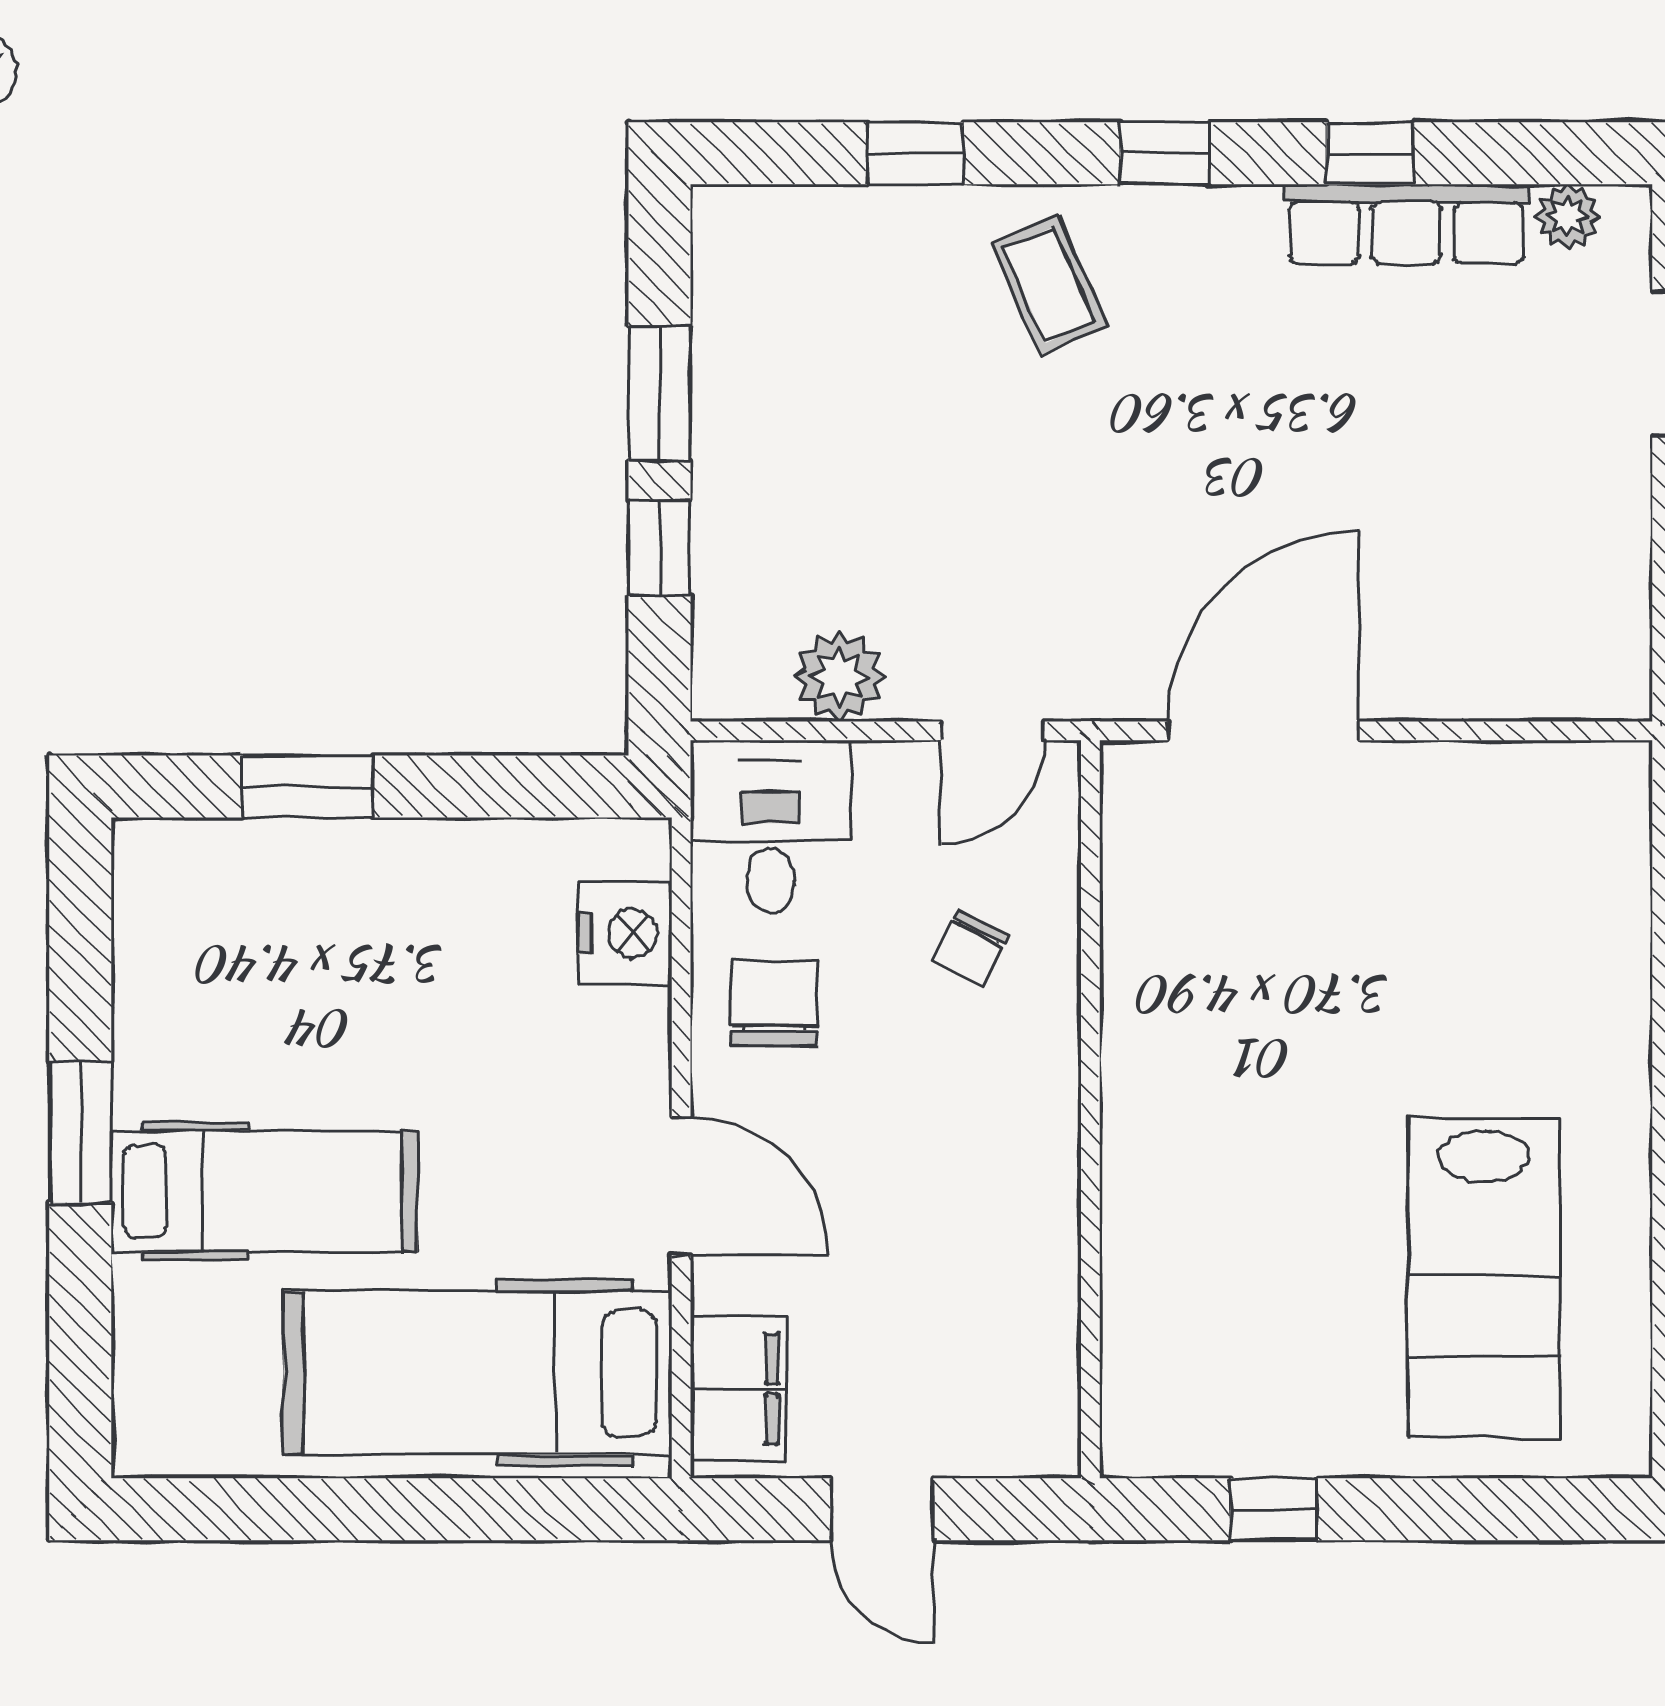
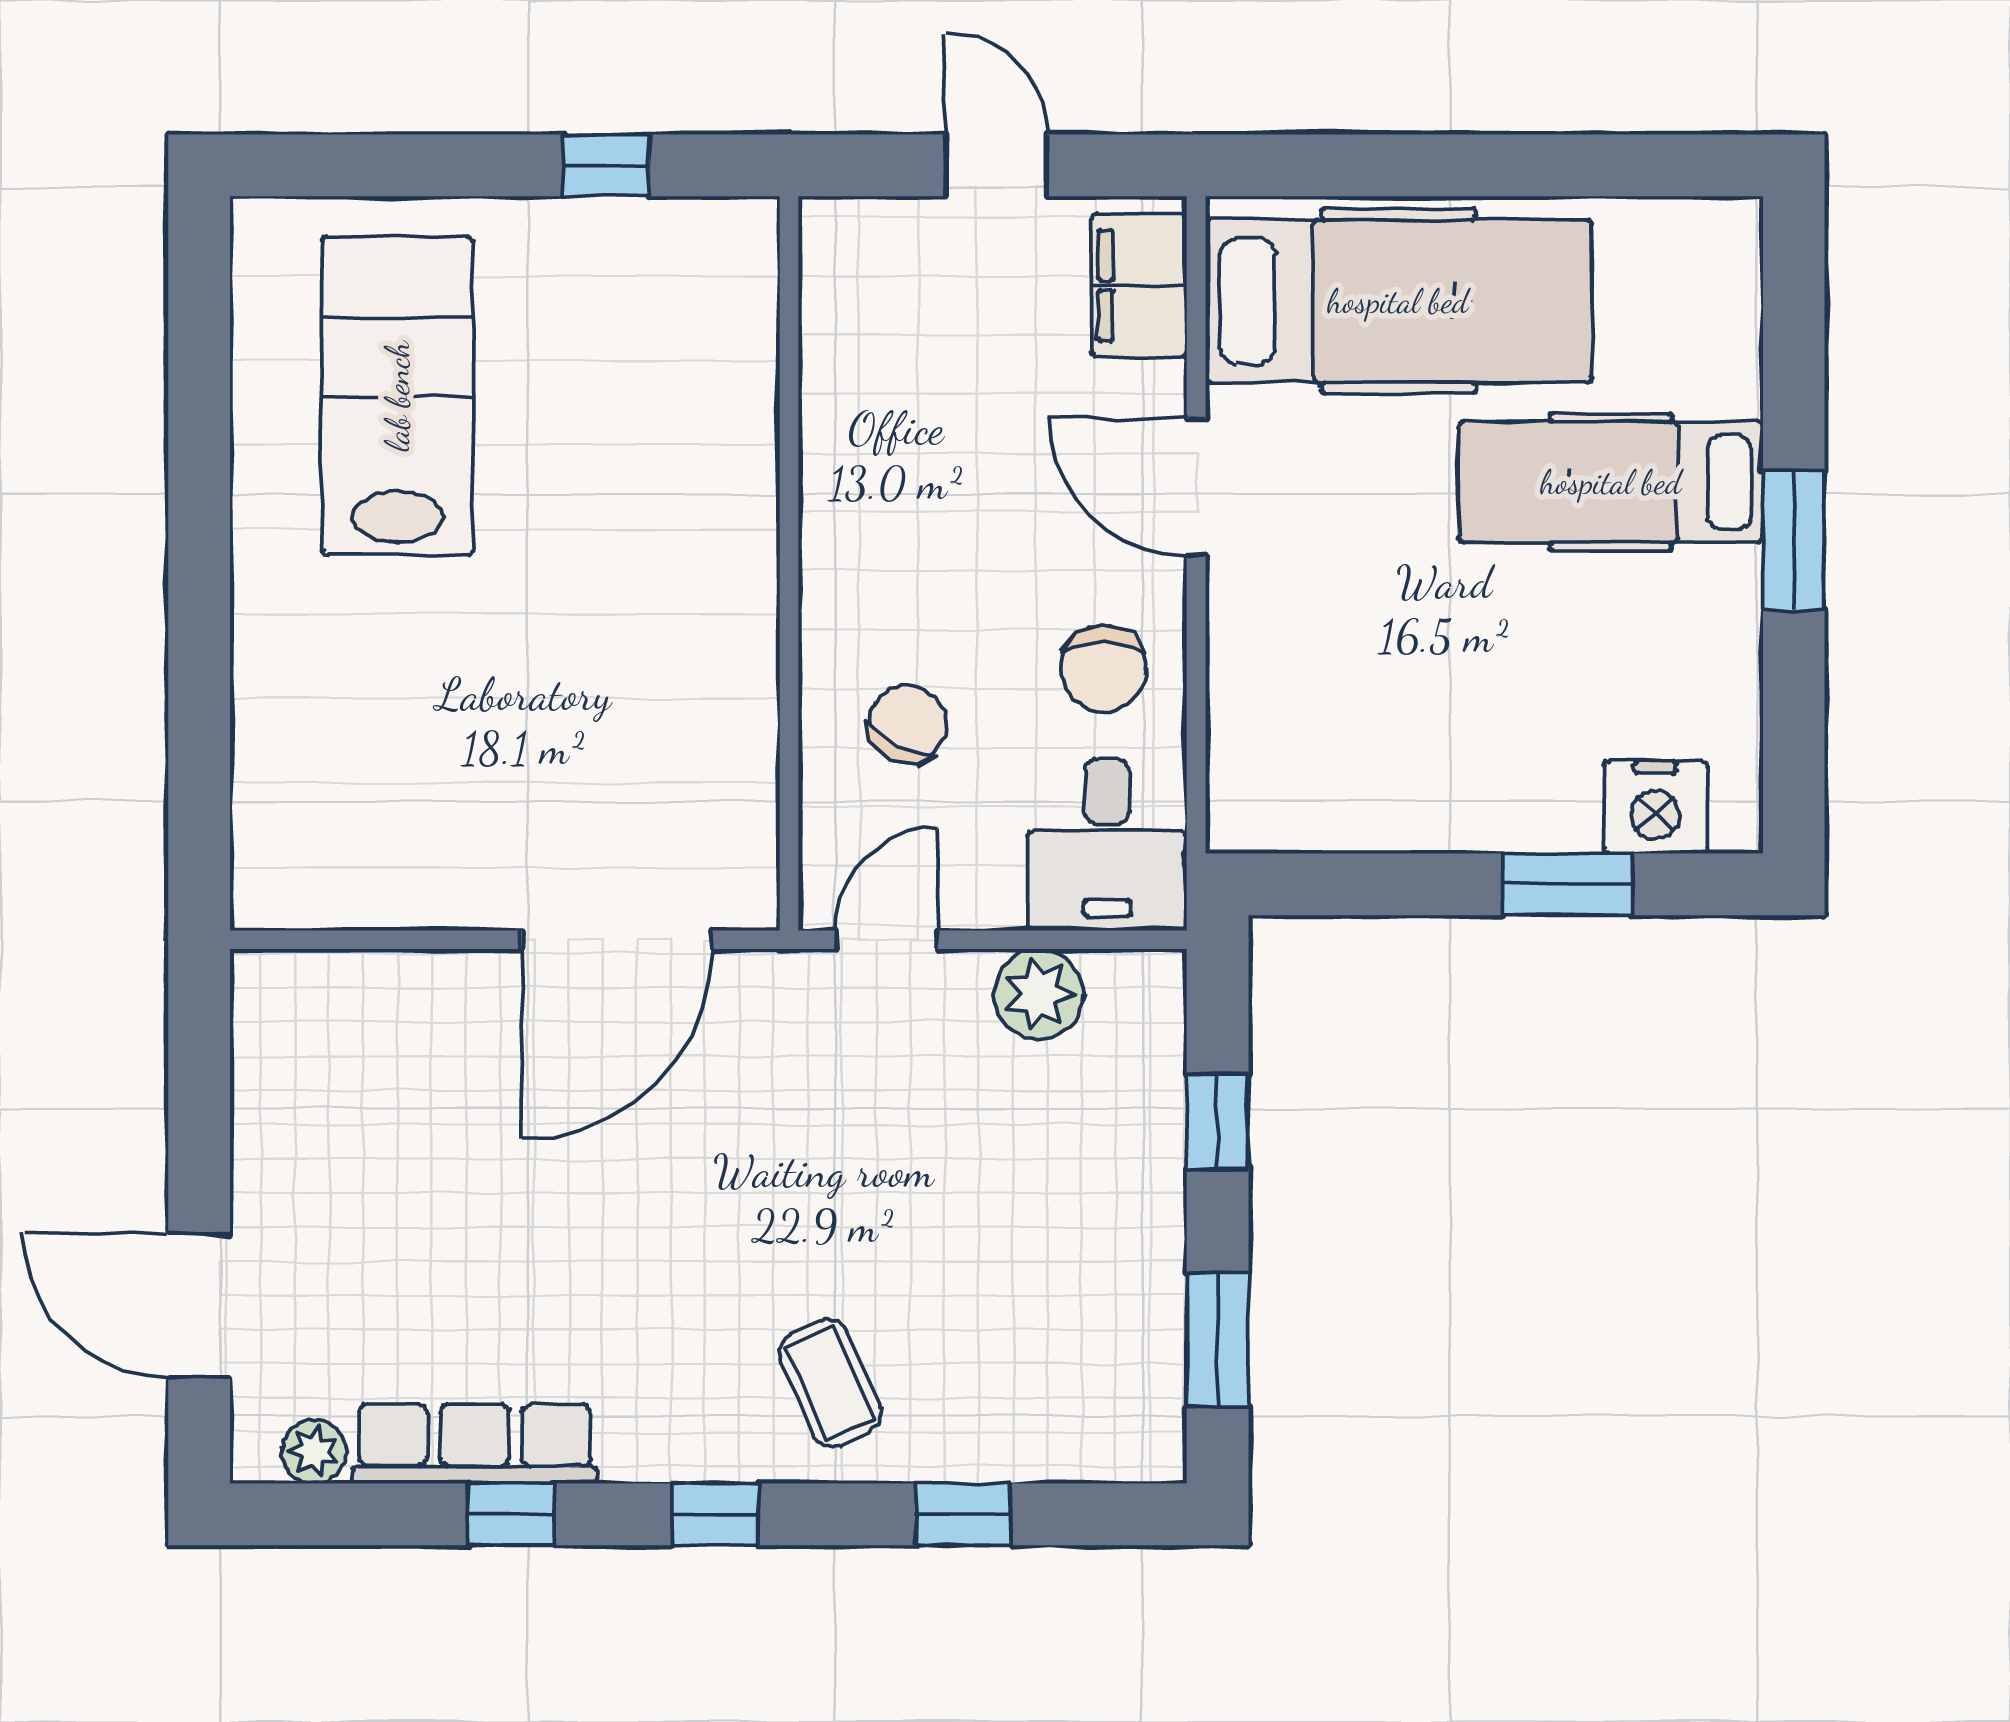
window: (659, 394) -> (1218, 1340), moved
nightstand: (625, 933) -> (1655, 807), moved, turned -90
chair: (971, 948) -> (908, 724), width x1.37, depth x1.37

